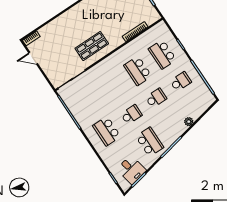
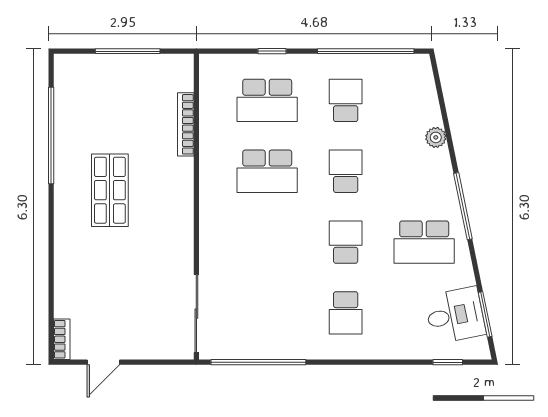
shop shelf: (92, 46) -> (110, 190), moved
school desk: (107, 131) -> (346, 313), width x0.54
school desk: (150, 142) -> (424, 242), turned 180

